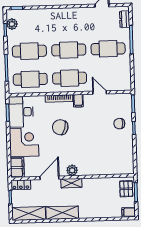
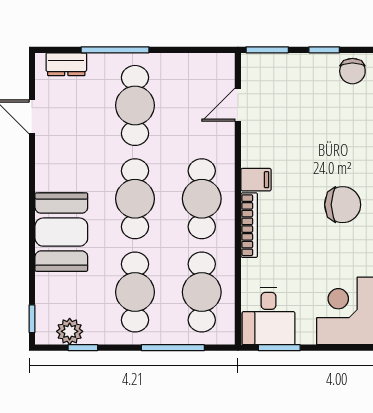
booth: (54, 19) -> (61, 232), added
door: (100, 93) -> (238, 105), moved
desk: (21, 112) -> (268, 316), width x0.73
chair: (119, 124) -> (352, 71), moved
chair: (60, 127) -> (343, 205), moved, turned -106

